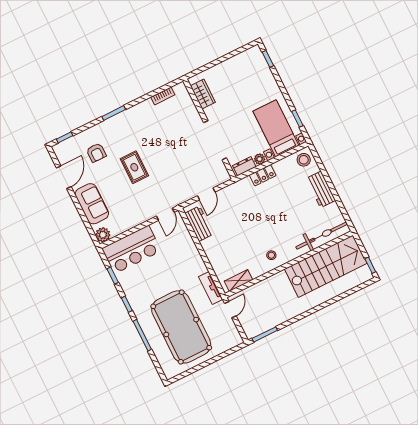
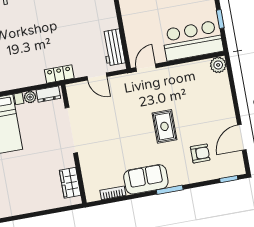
armchair: (96, 153) -> (200, 153), turned 90
locker: (263, 175) -> (59, 74), moved
door: (206, 194) -> (97, 77), swing flipped
sofa: (92, 204) -> (146, 179), moved, turned 90

